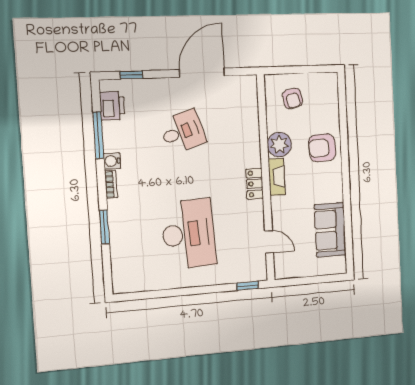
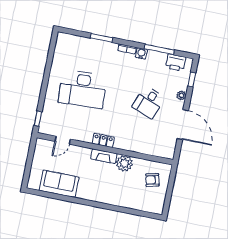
plant: (160, 85) -> (181, 95), added
desk: (183, 132) -> (148, 102), turned 39
armchair: (322, 148) -> (115, 192), removed

